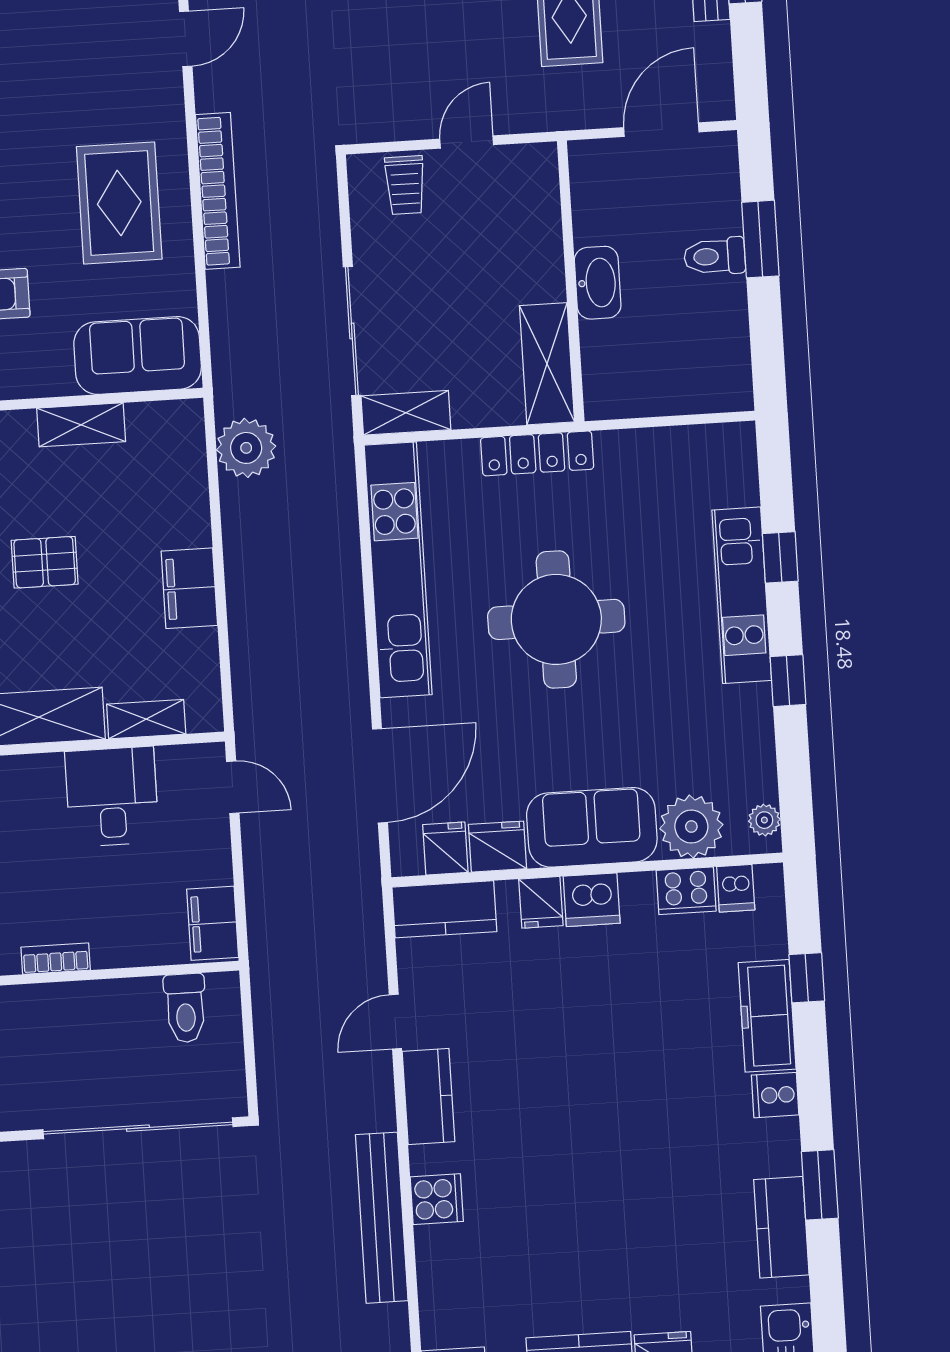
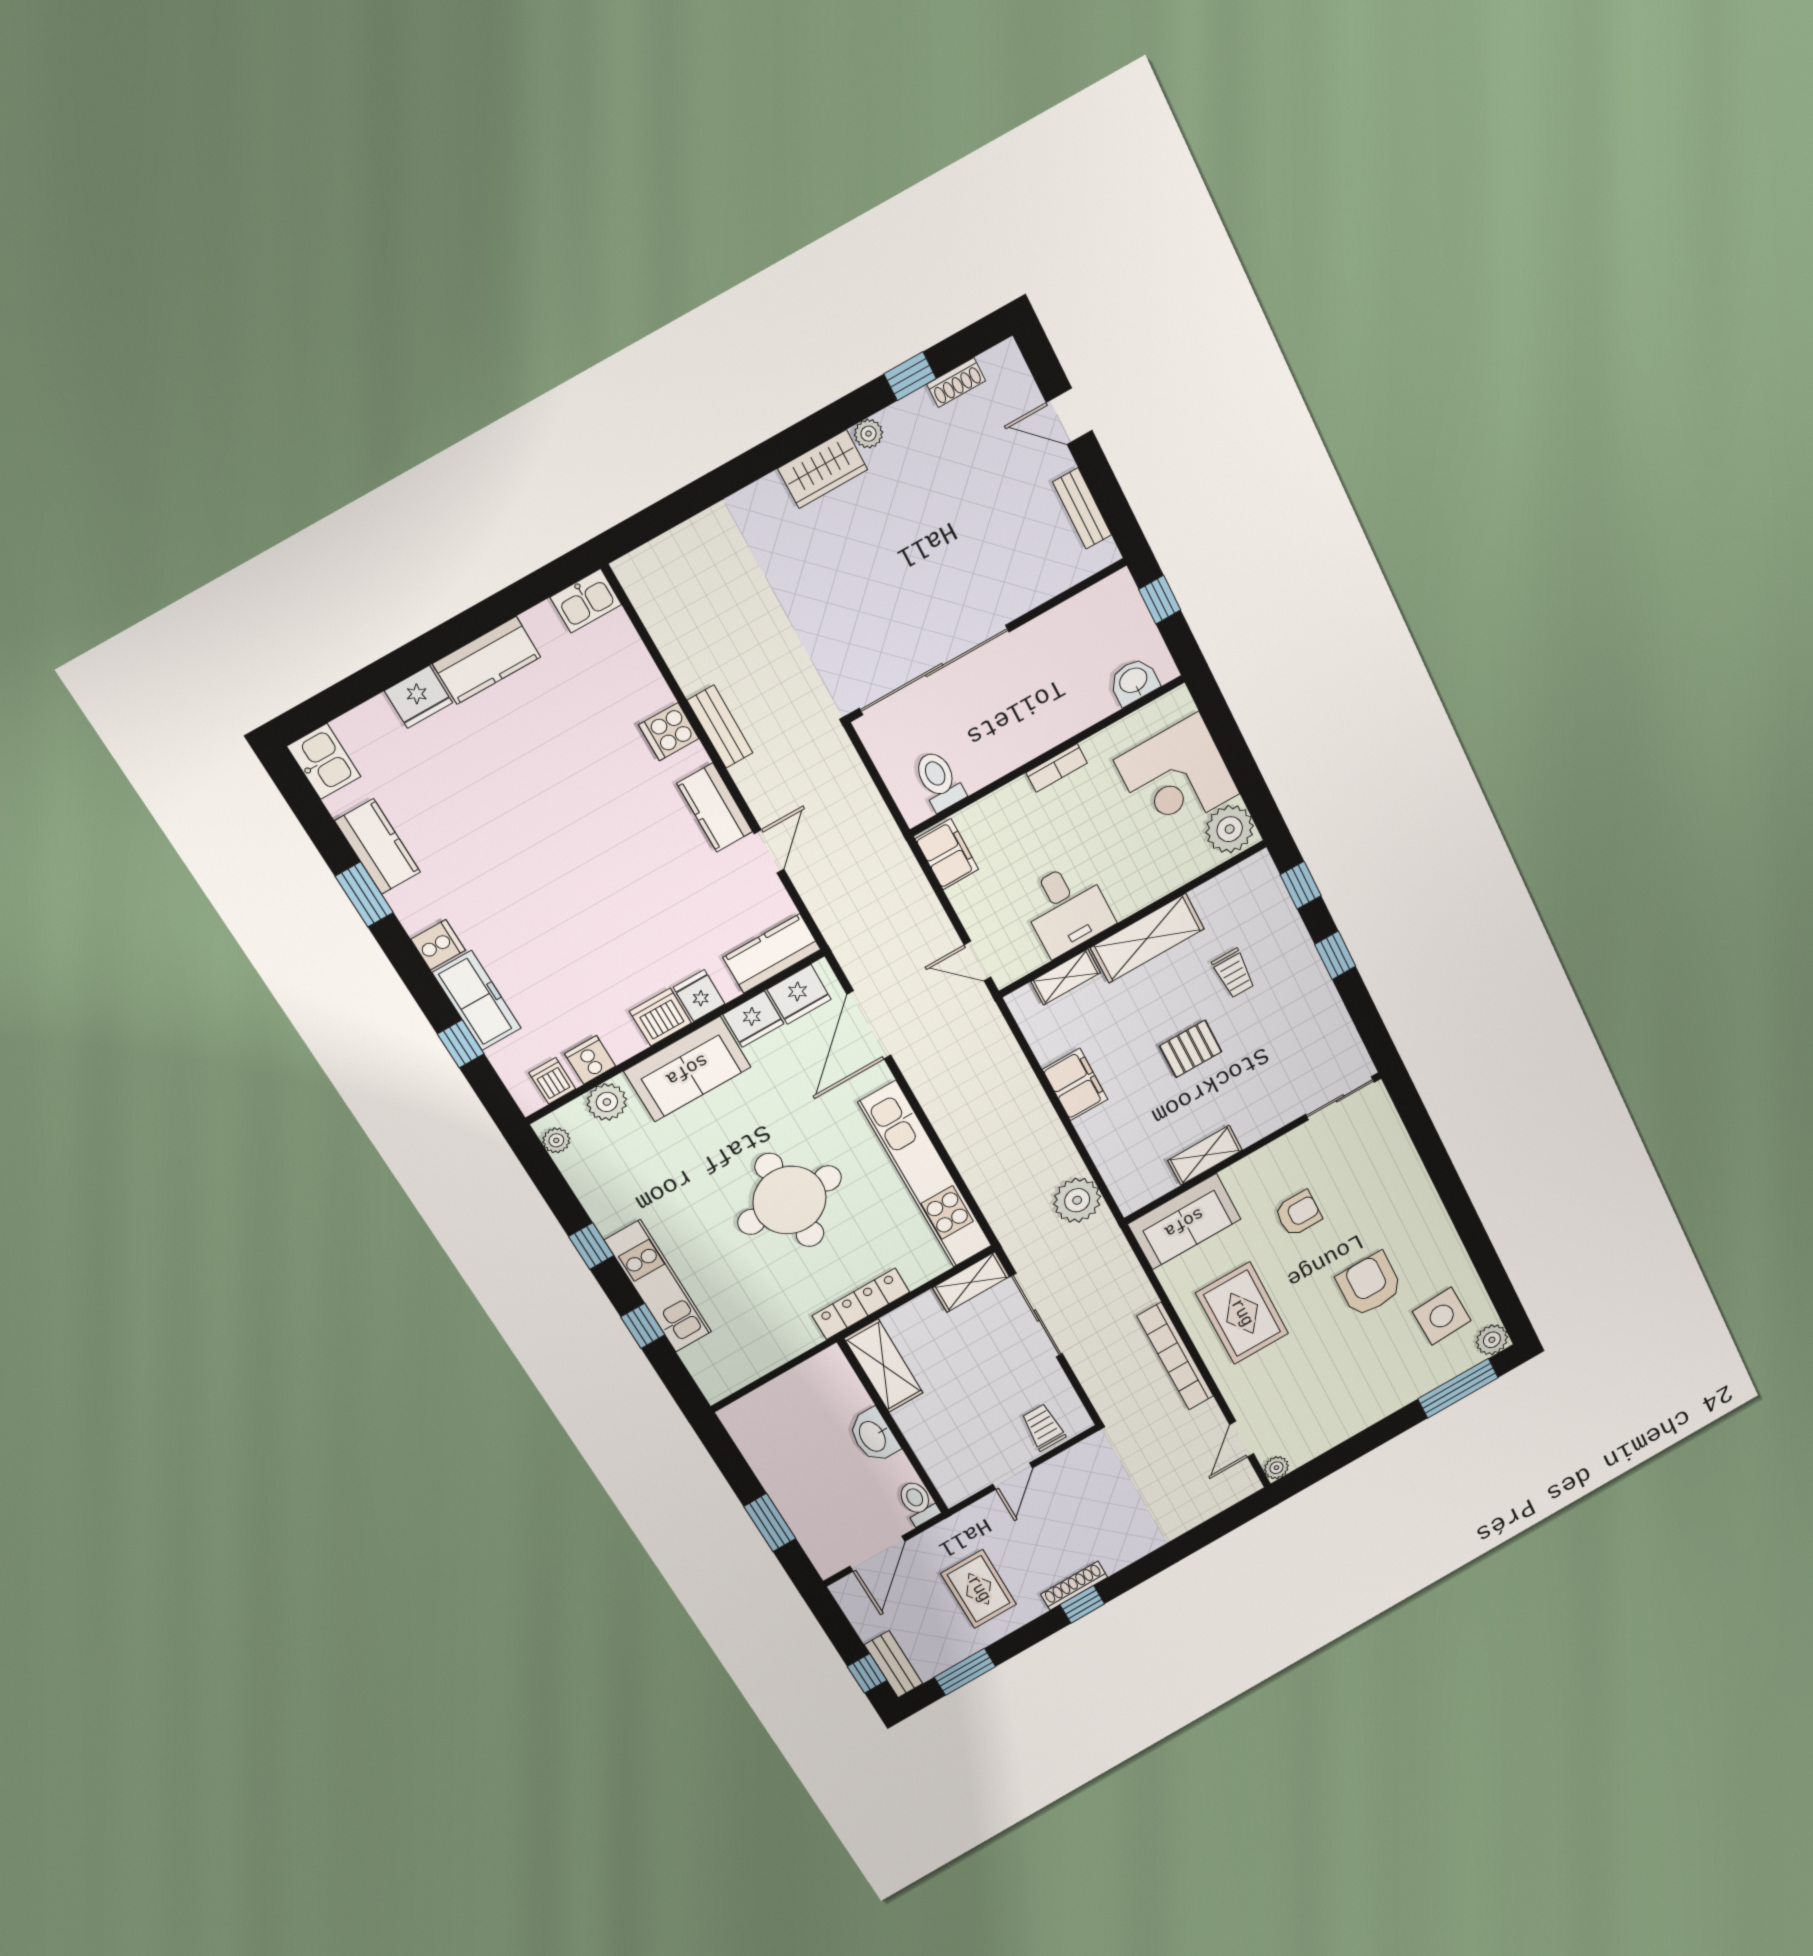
toilet: (715, 256) -> (918, 1502), moved, turned -90
plant: (691, 827) -> (607, 1102), width x0.73, depth x0.73
fridge: (445, 849) -> (799, 994), width x1.38
cooker: (686, 891) -> (590, 1060), width x0.73
bench: (382, 1218) -> (720, 727), width x0.54, depth x0.82

